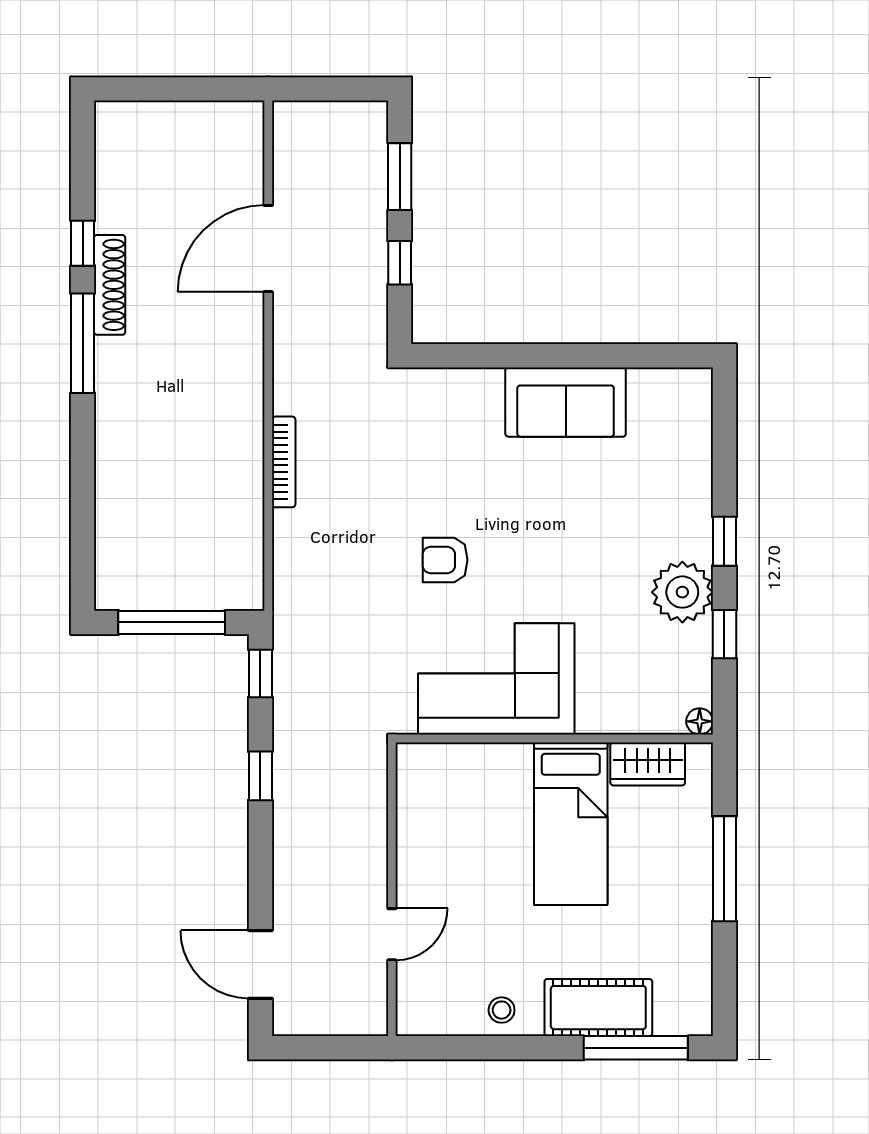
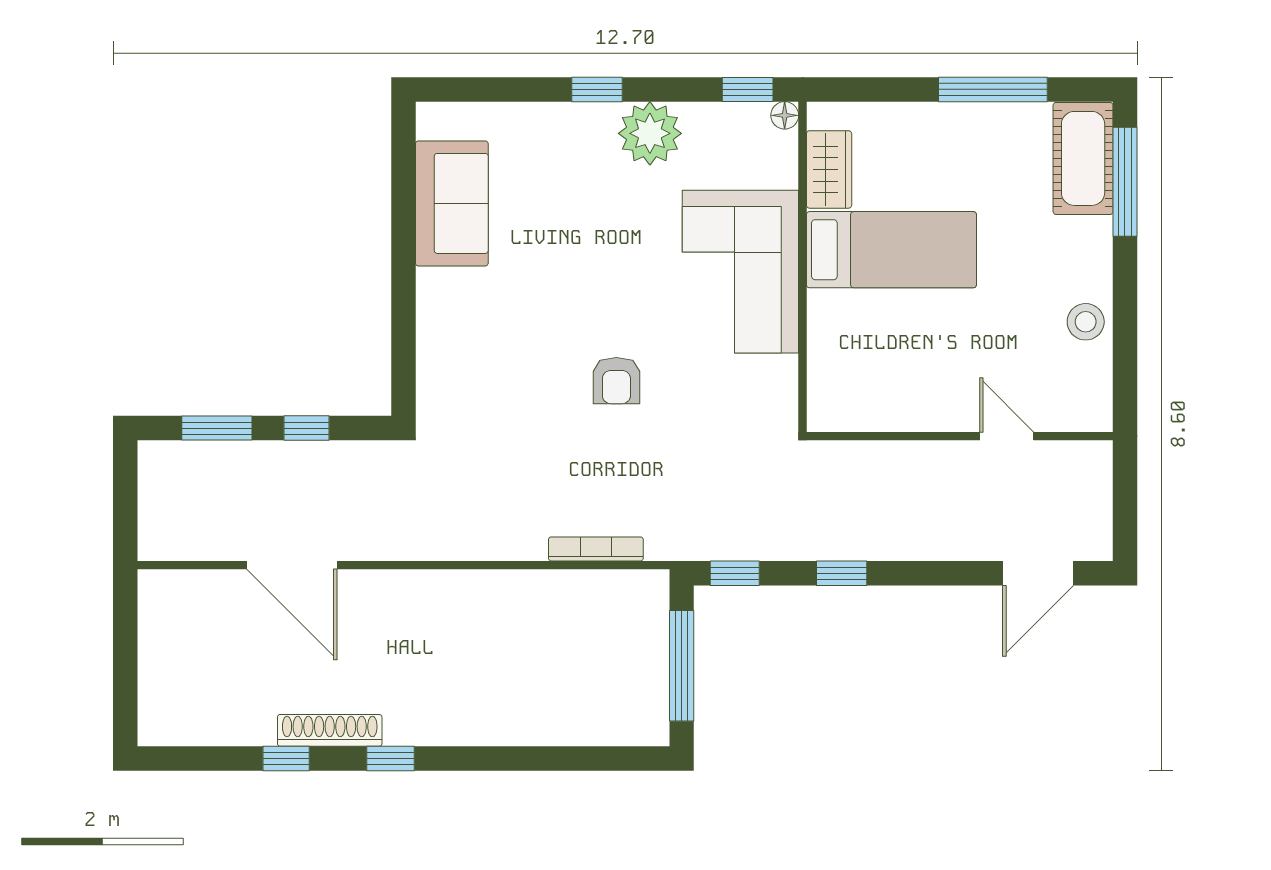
window: (83, 343) -> (390, 759), width x0.46
sofa: (566, 402) -> (452, 203), moved
bookcase: (284, 462) -> (596, 549), moved
window: (724, 634) -> (748, 89), moved
corner sofa: (496, 679) -> (740, 272), moved
window: (724, 869) -> (993, 89), moved
cot: (598, 1008) -> (1083, 158), moved
stool: (502, 1010) -> (1086, 322), width x1.37, depth x1.37

